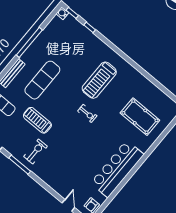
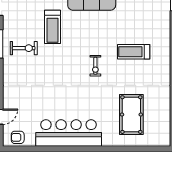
treadmill: (99, 80) -> (134, 52), width x0.73, depth x0.73
treadmill: (37, 120) -> (53, 27), turned 180

